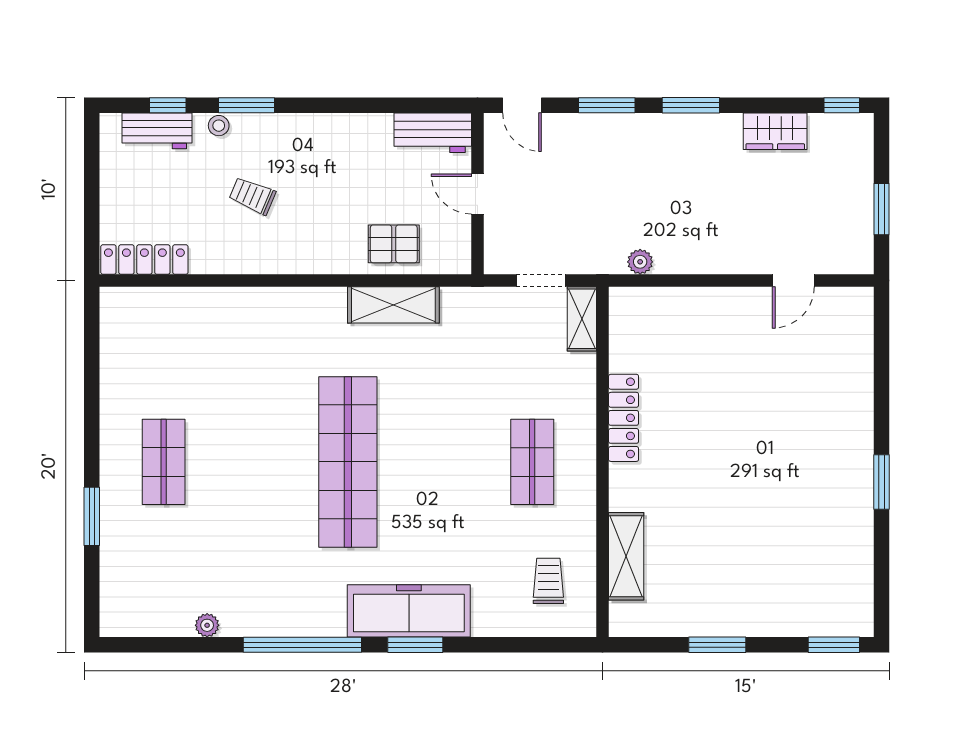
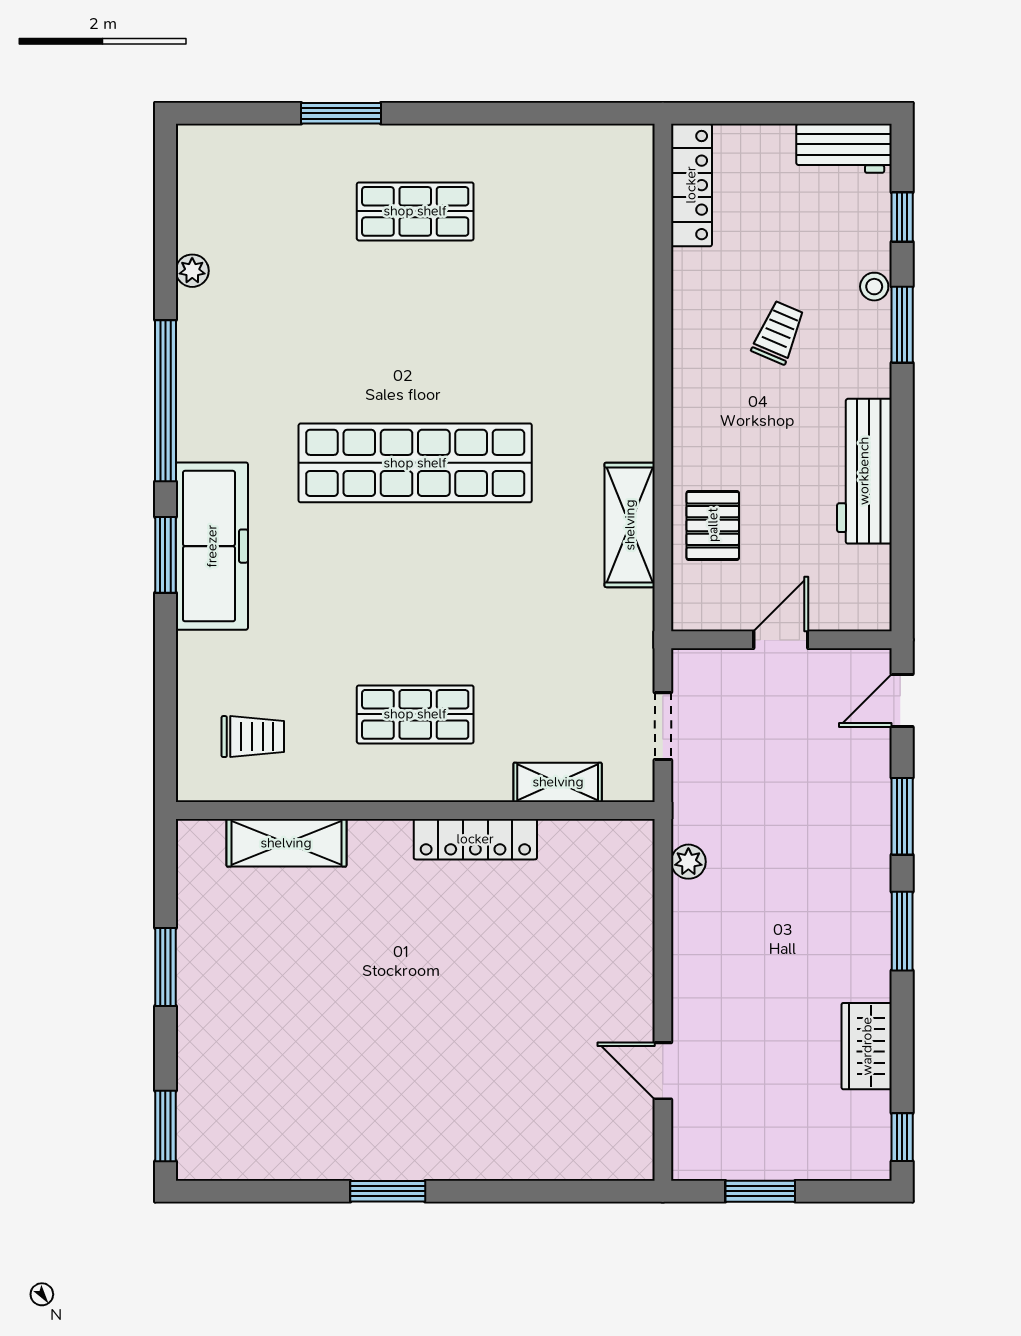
workbench: (157, 131) -> (844, 148), moved, turned -90
workbench: (433, 133) -> (864, 471), moved, width x1.38
shelving: (582, 319) -> (558, 782), moved

